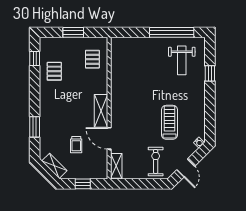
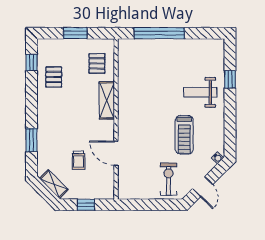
window: (172, 32) -> (159, 33), moved
weight bench: (182, 60) -> (200, 92), moved, turned 90
shelving: (101, 111) -> (107, 100), moved
treadmill: (169, 122) -> (184, 135), turned 180
shelving: (116, 166) -> (124, 184), removed

